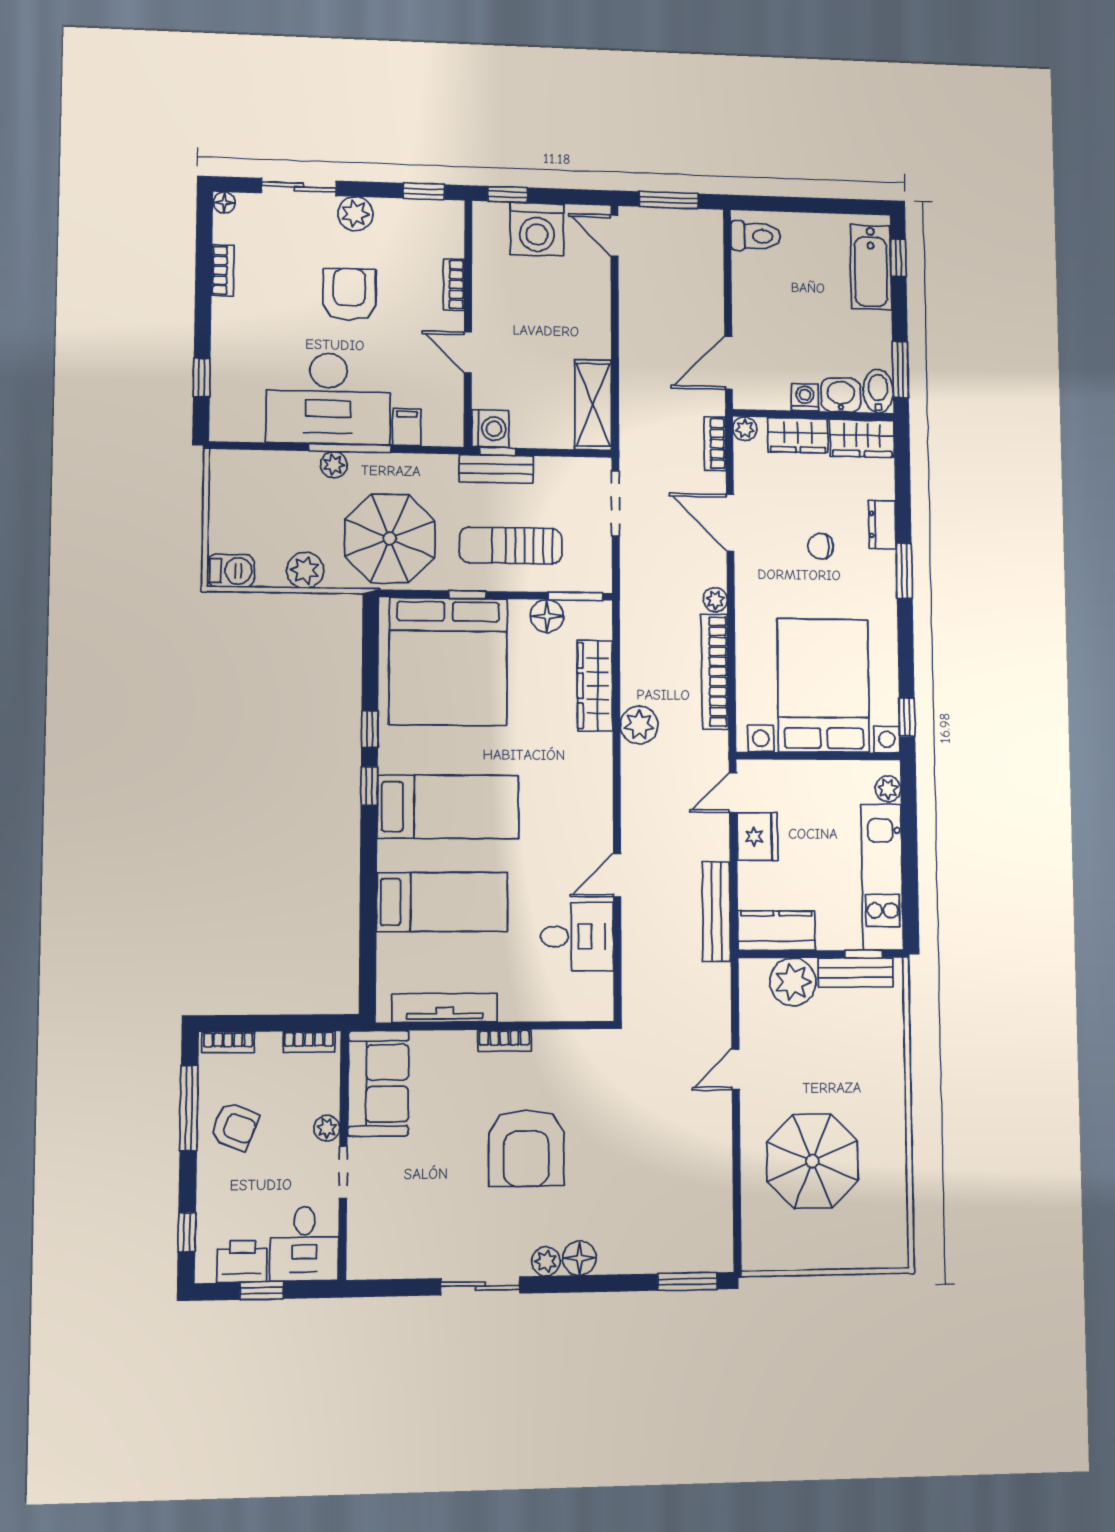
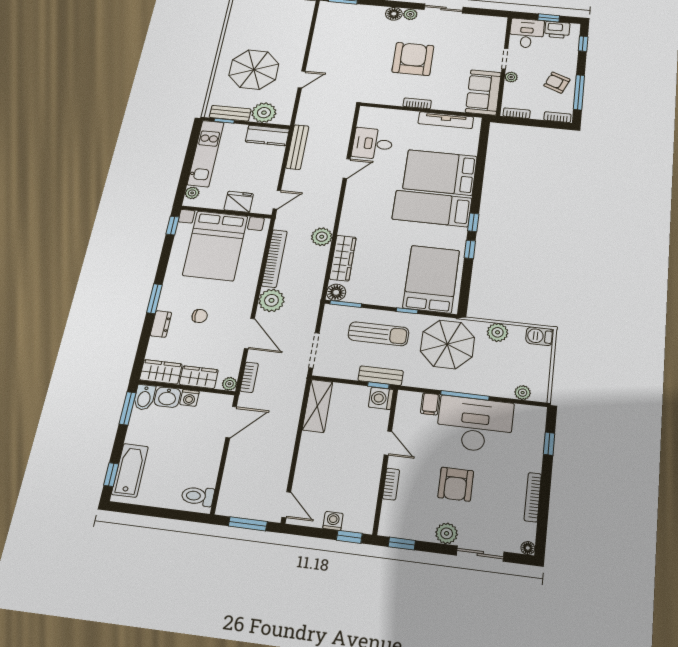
washing machine: (537, 229) -> (333, 521), width x0.53, depth x0.53
bookcase: (223, 270) -> (533, 497), width x1.56
plant: (334, 465) -> (523, 393), moved
plant: (715, 600) -> (271, 300), width x1.88, depth x1.88
floor lamp: (547, 616) -> (336, 292), moved
bed: (448, 661) -> (431, 279), width x0.73
fridge: (757, 837) -> (239, 202), moved, turned 90
bed: (442, 902) -> (440, 172), width x1.50
parasol: (812, 1161) -> (254, 70), moved

